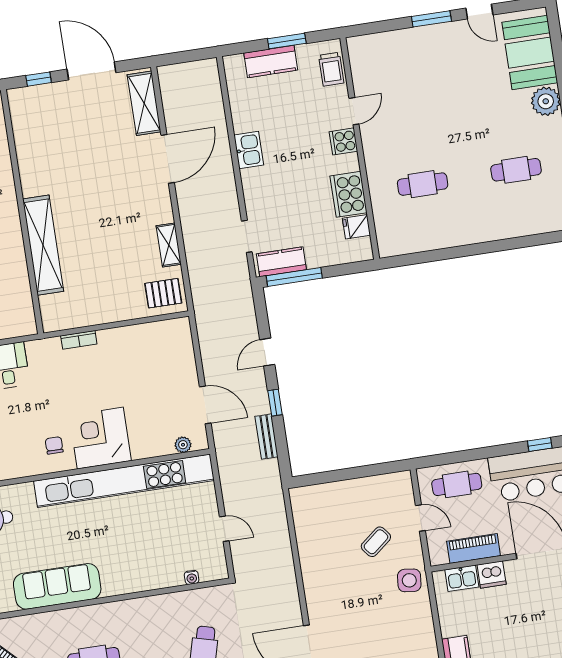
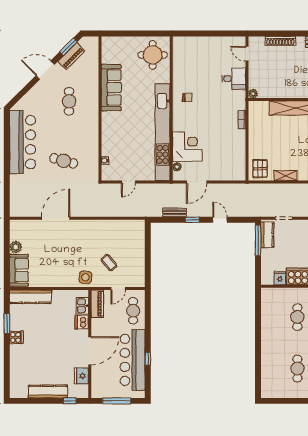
plant: (29, 327) -> (253, 94), added
corner desk: (100, 438) -> (187, 147), moved
piano: (474, 549) -> (97, 304), moved

